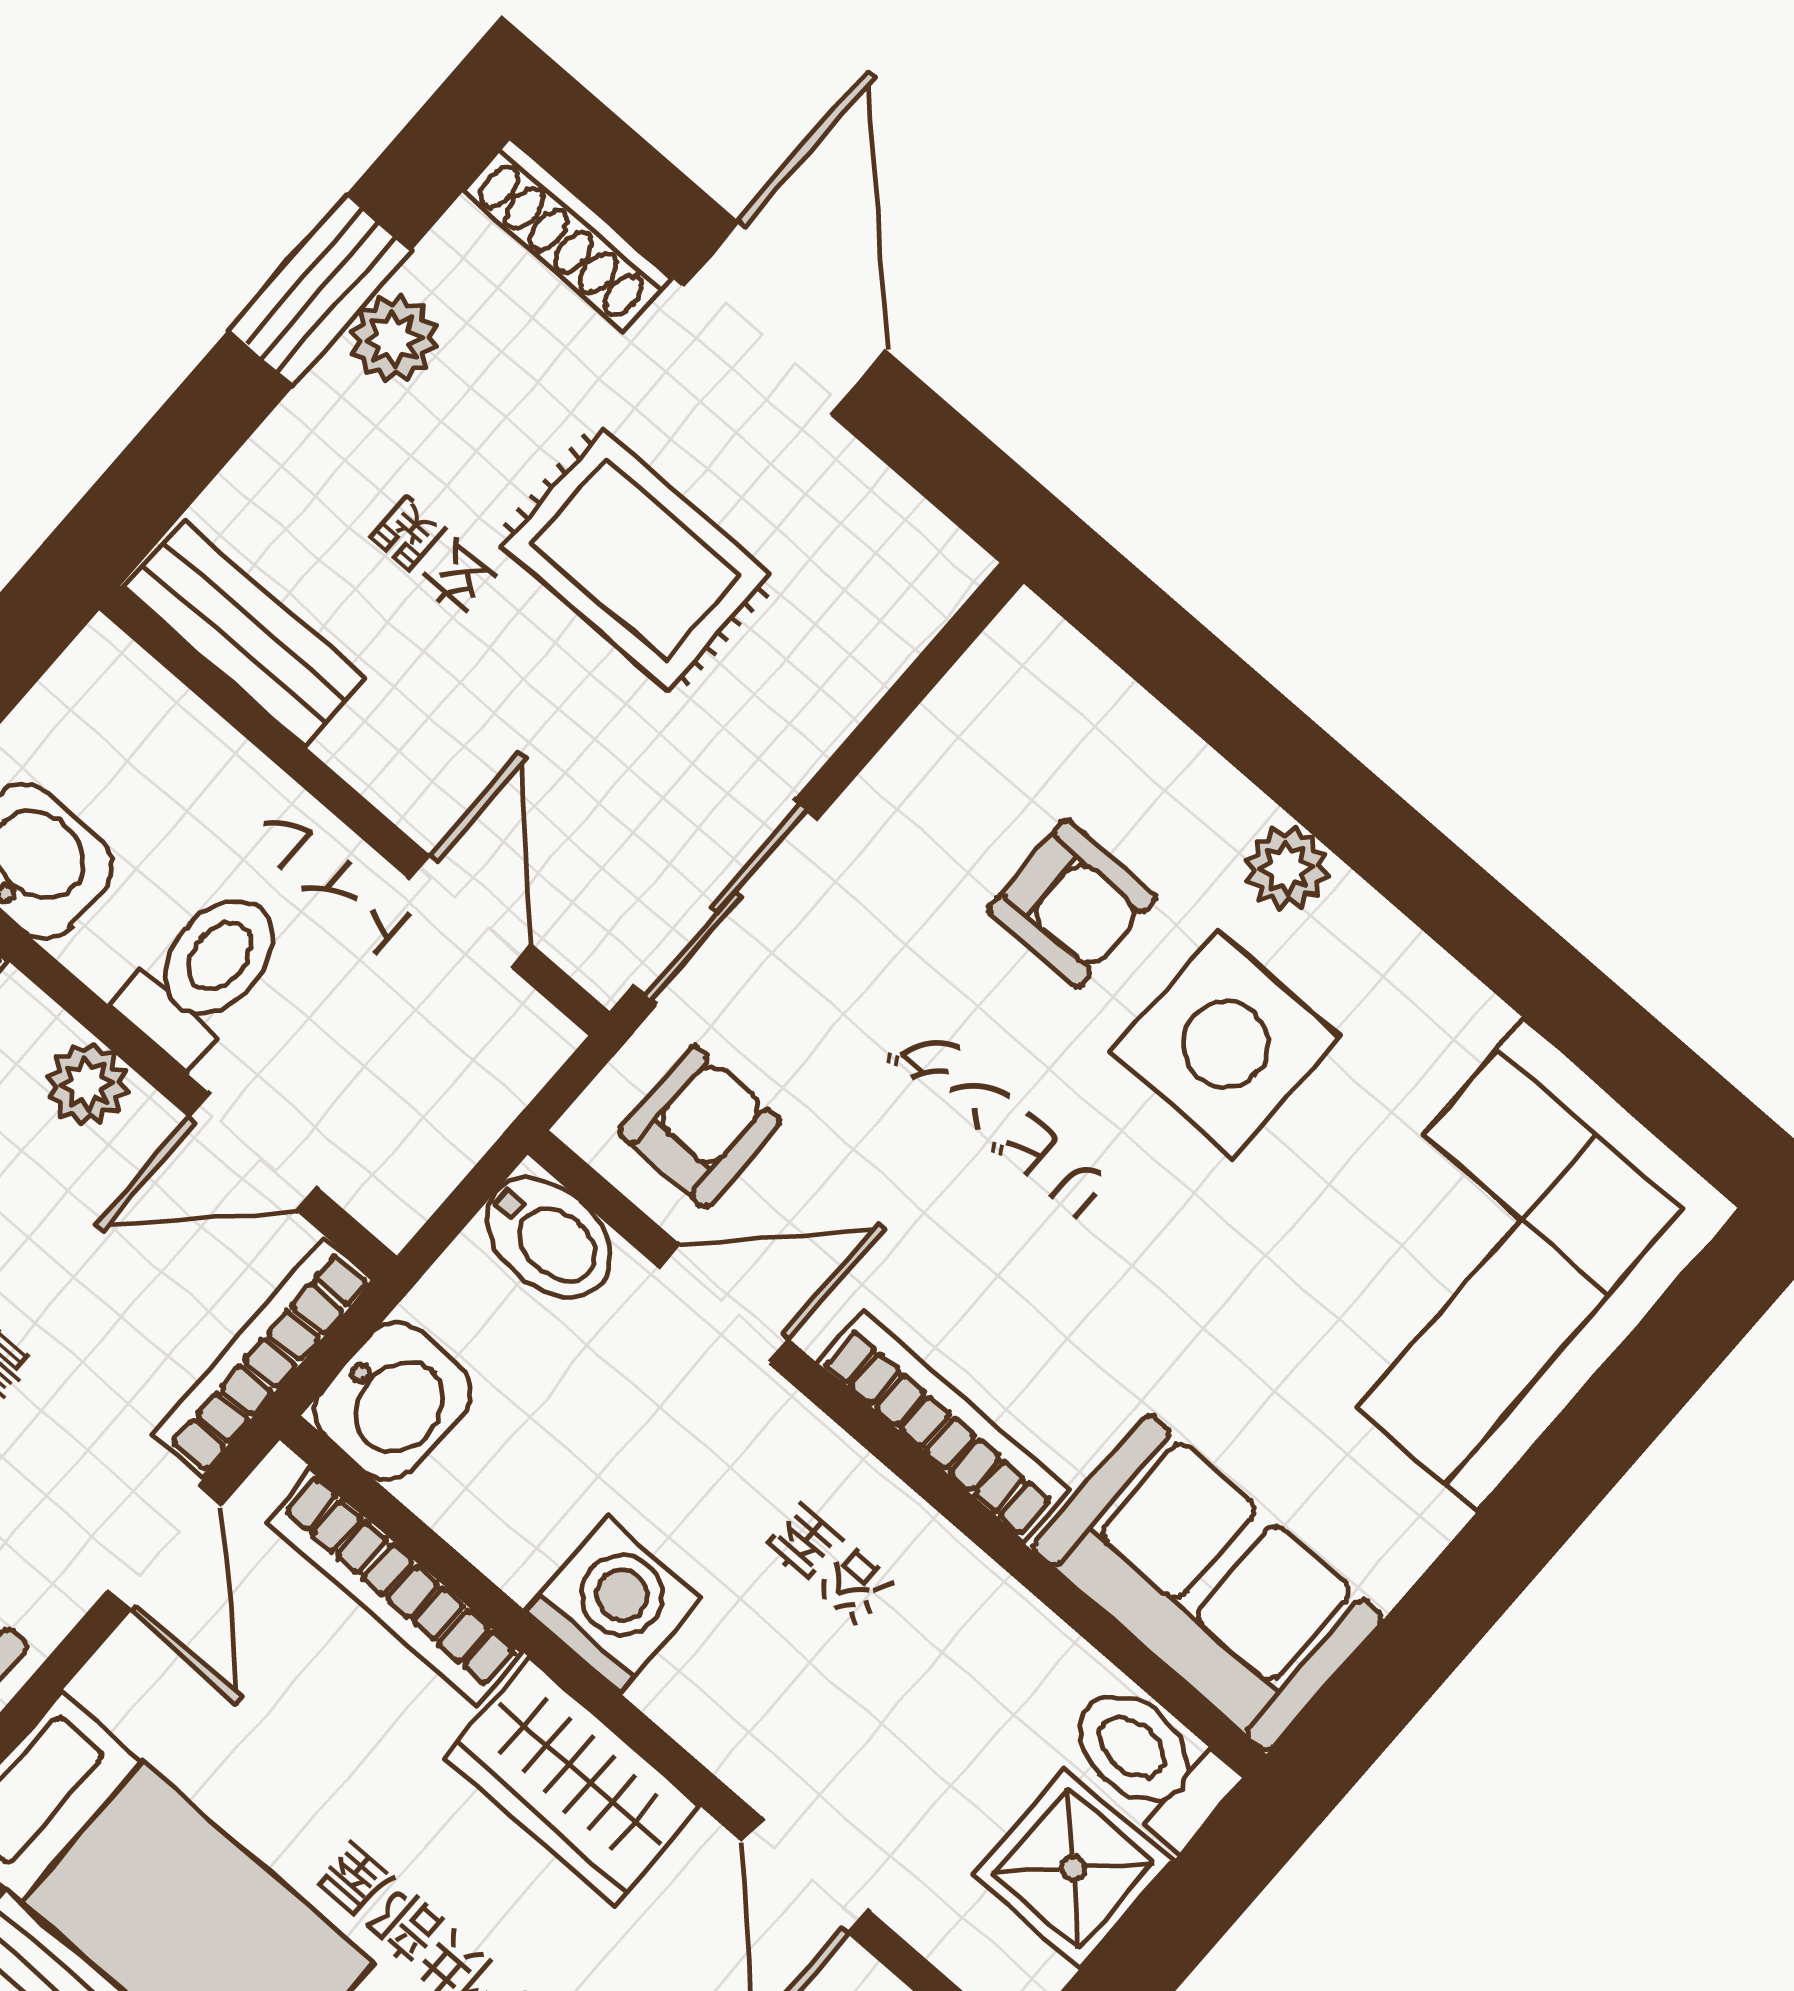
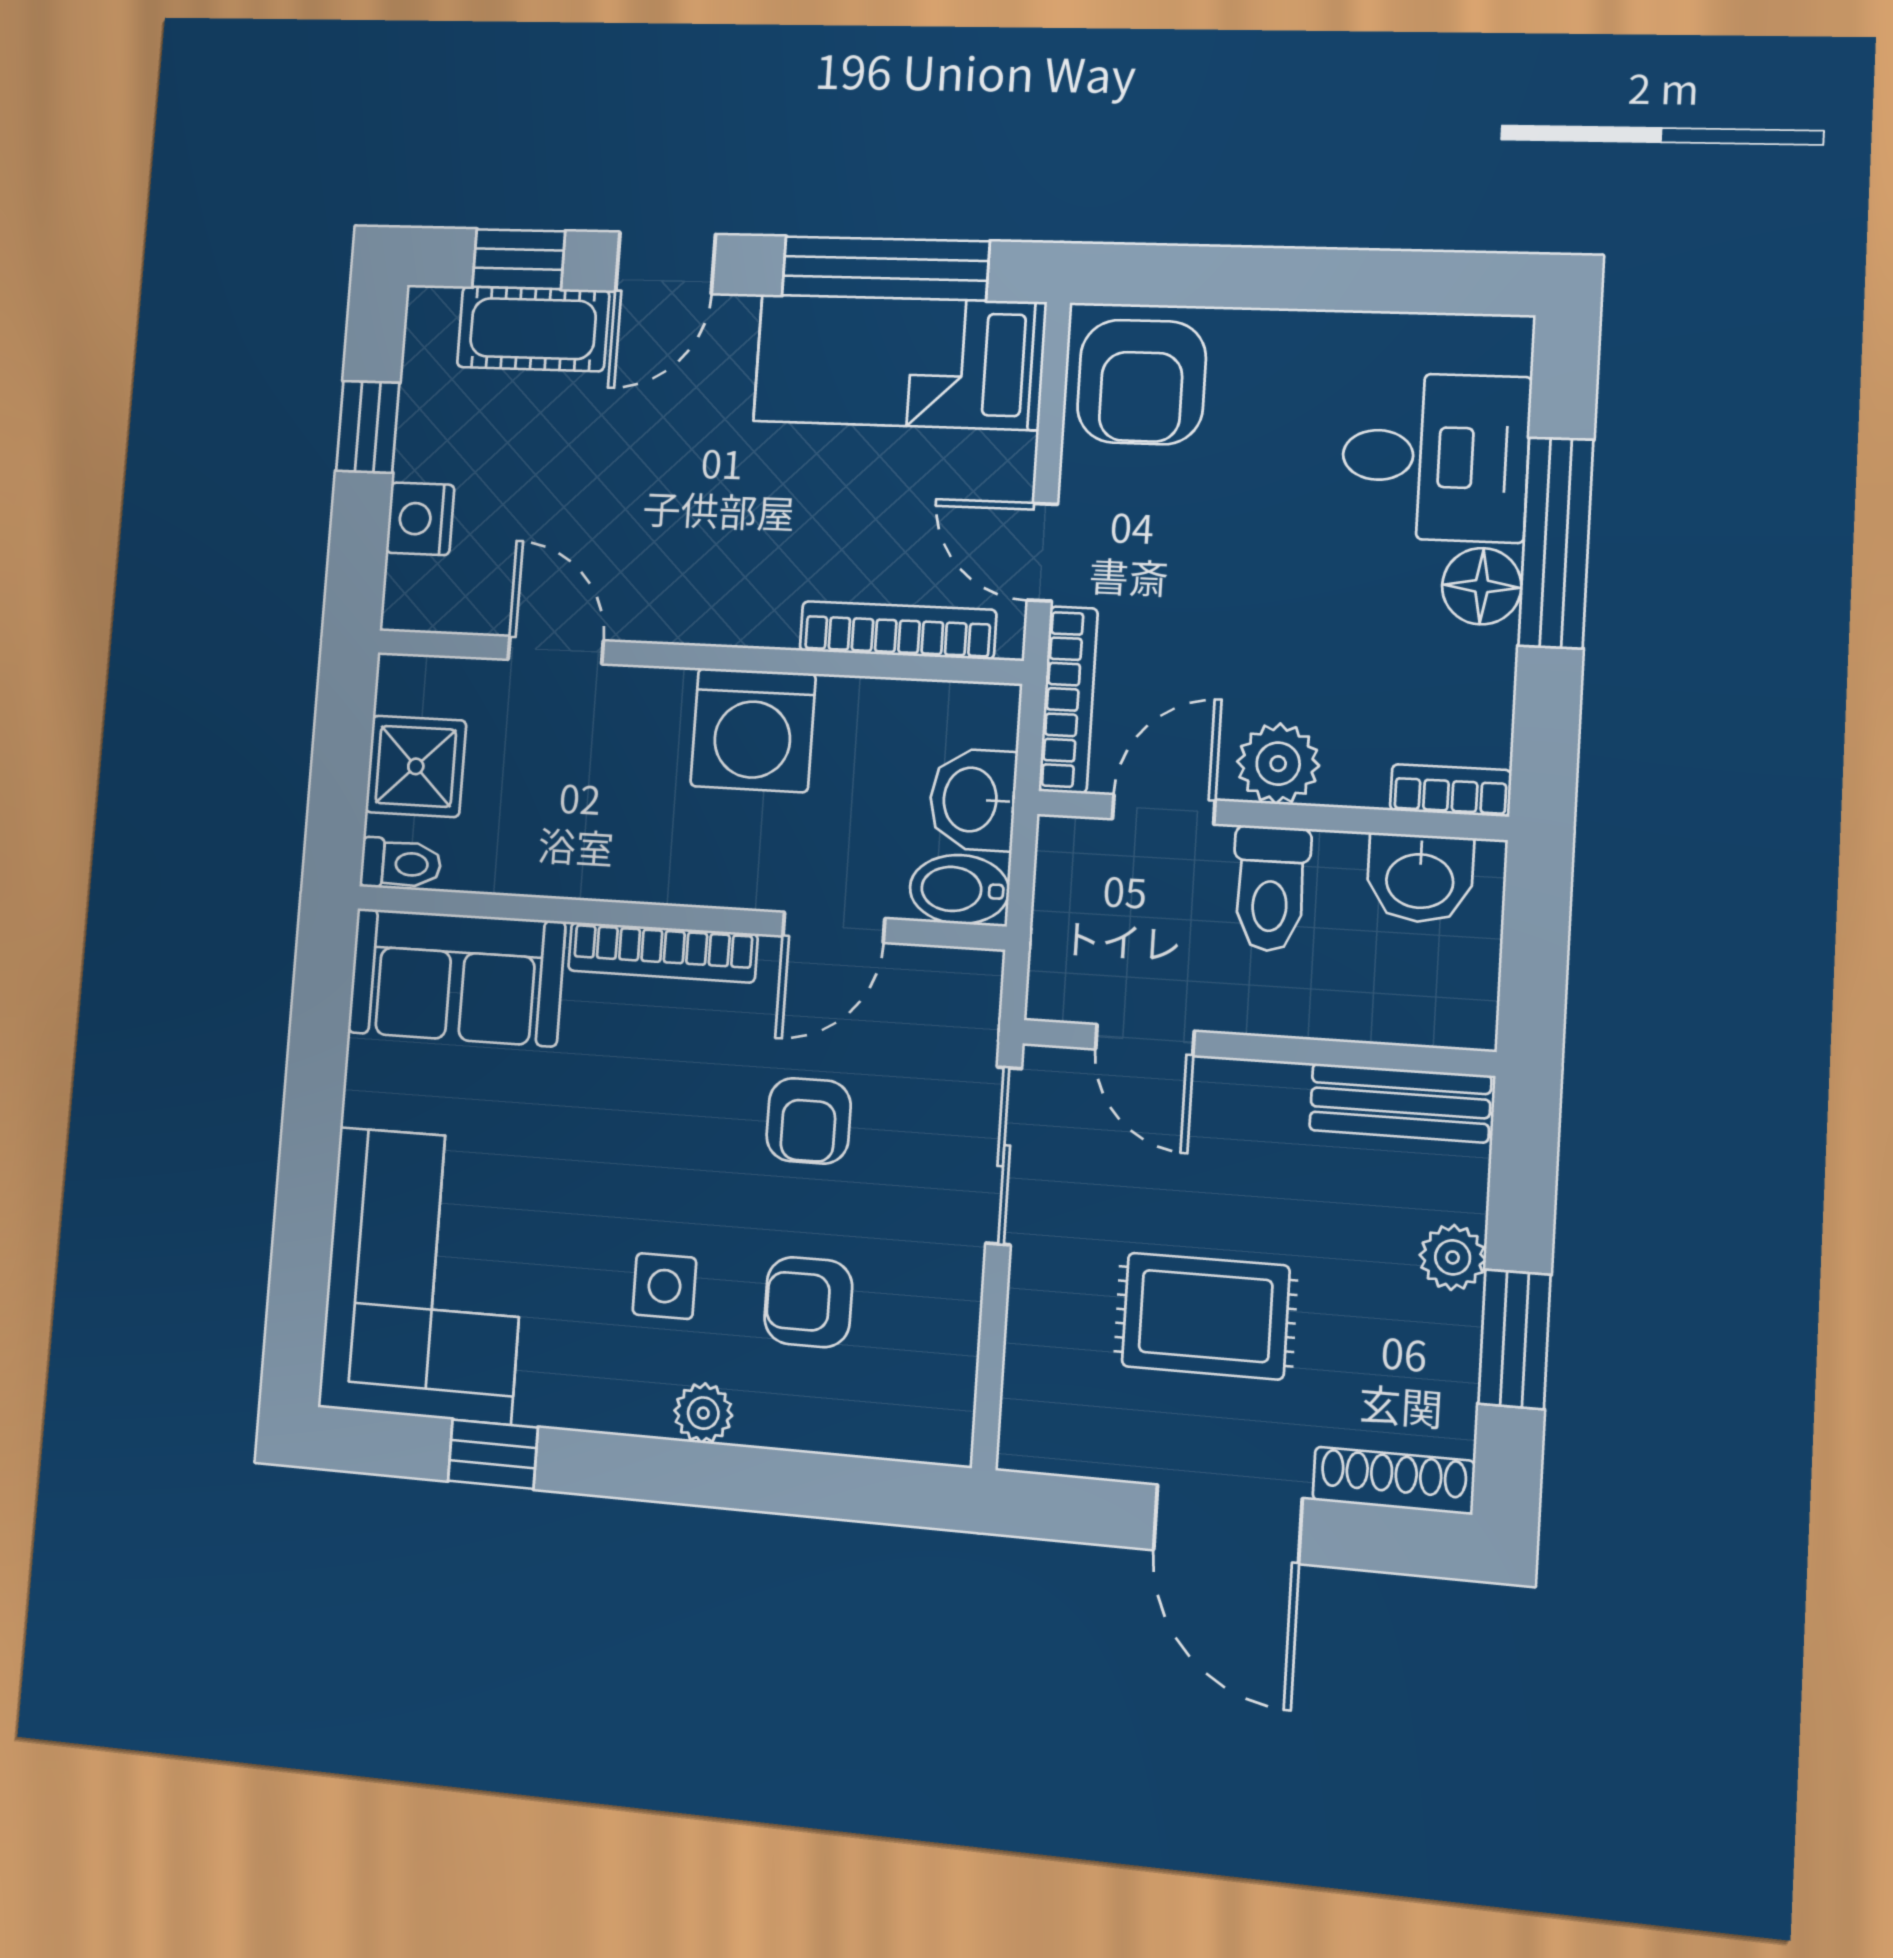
plant: (394, 339) -> (1453, 1257), moved
window: (1570, 1001) -> (493, 1454), added
side table: (1225, 1044) -> (664, 1286), width x0.54, depth x0.54
plant: (87, 1084) -> (1278, 764), width x1.38, depth x1.38
armchair: (700, 1127) -> (809, 1121), moved
washbasin: (393, 1401) -> (973, 800), moved
washing machine: (613, 1604) -> (753, 730), width x1.37, depth x1.37
toilet: (1150, 1762) -> (401, 864), width x0.73, depth x0.72
wardrobe: (572, 1782) -> (720, 602), removed

